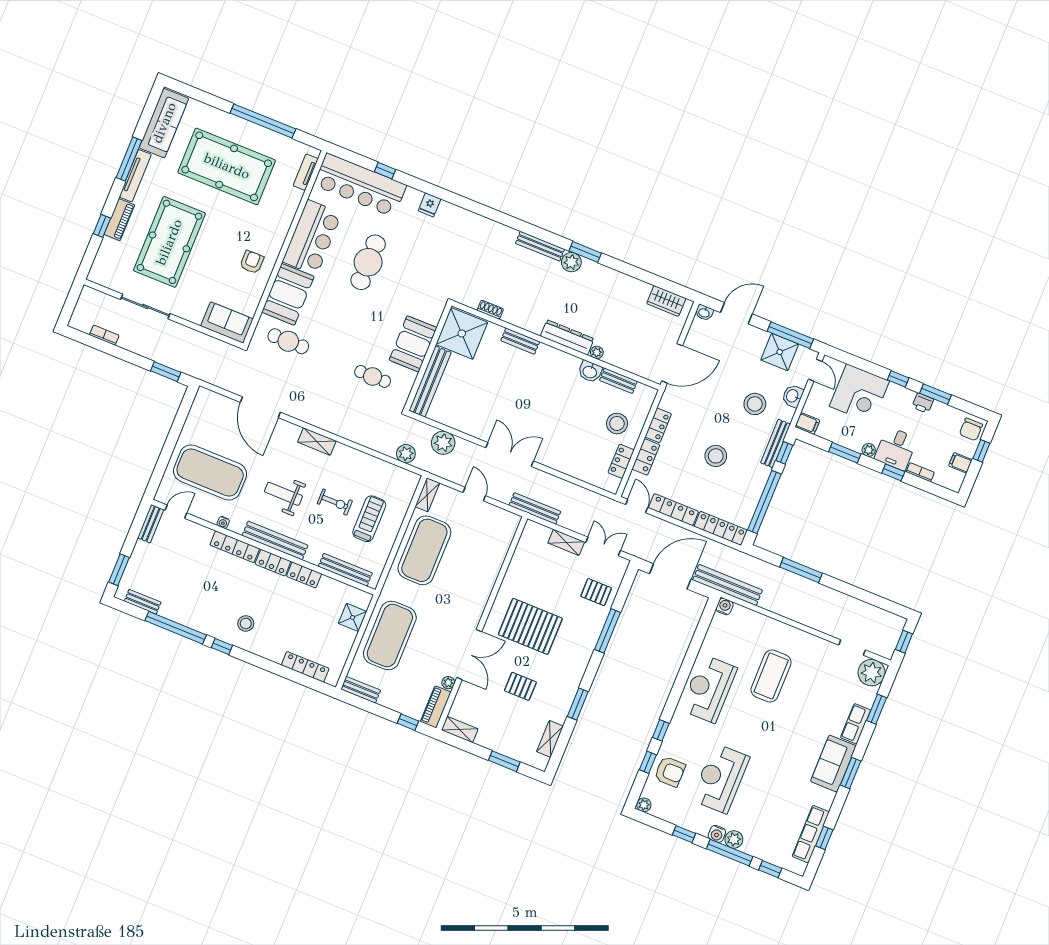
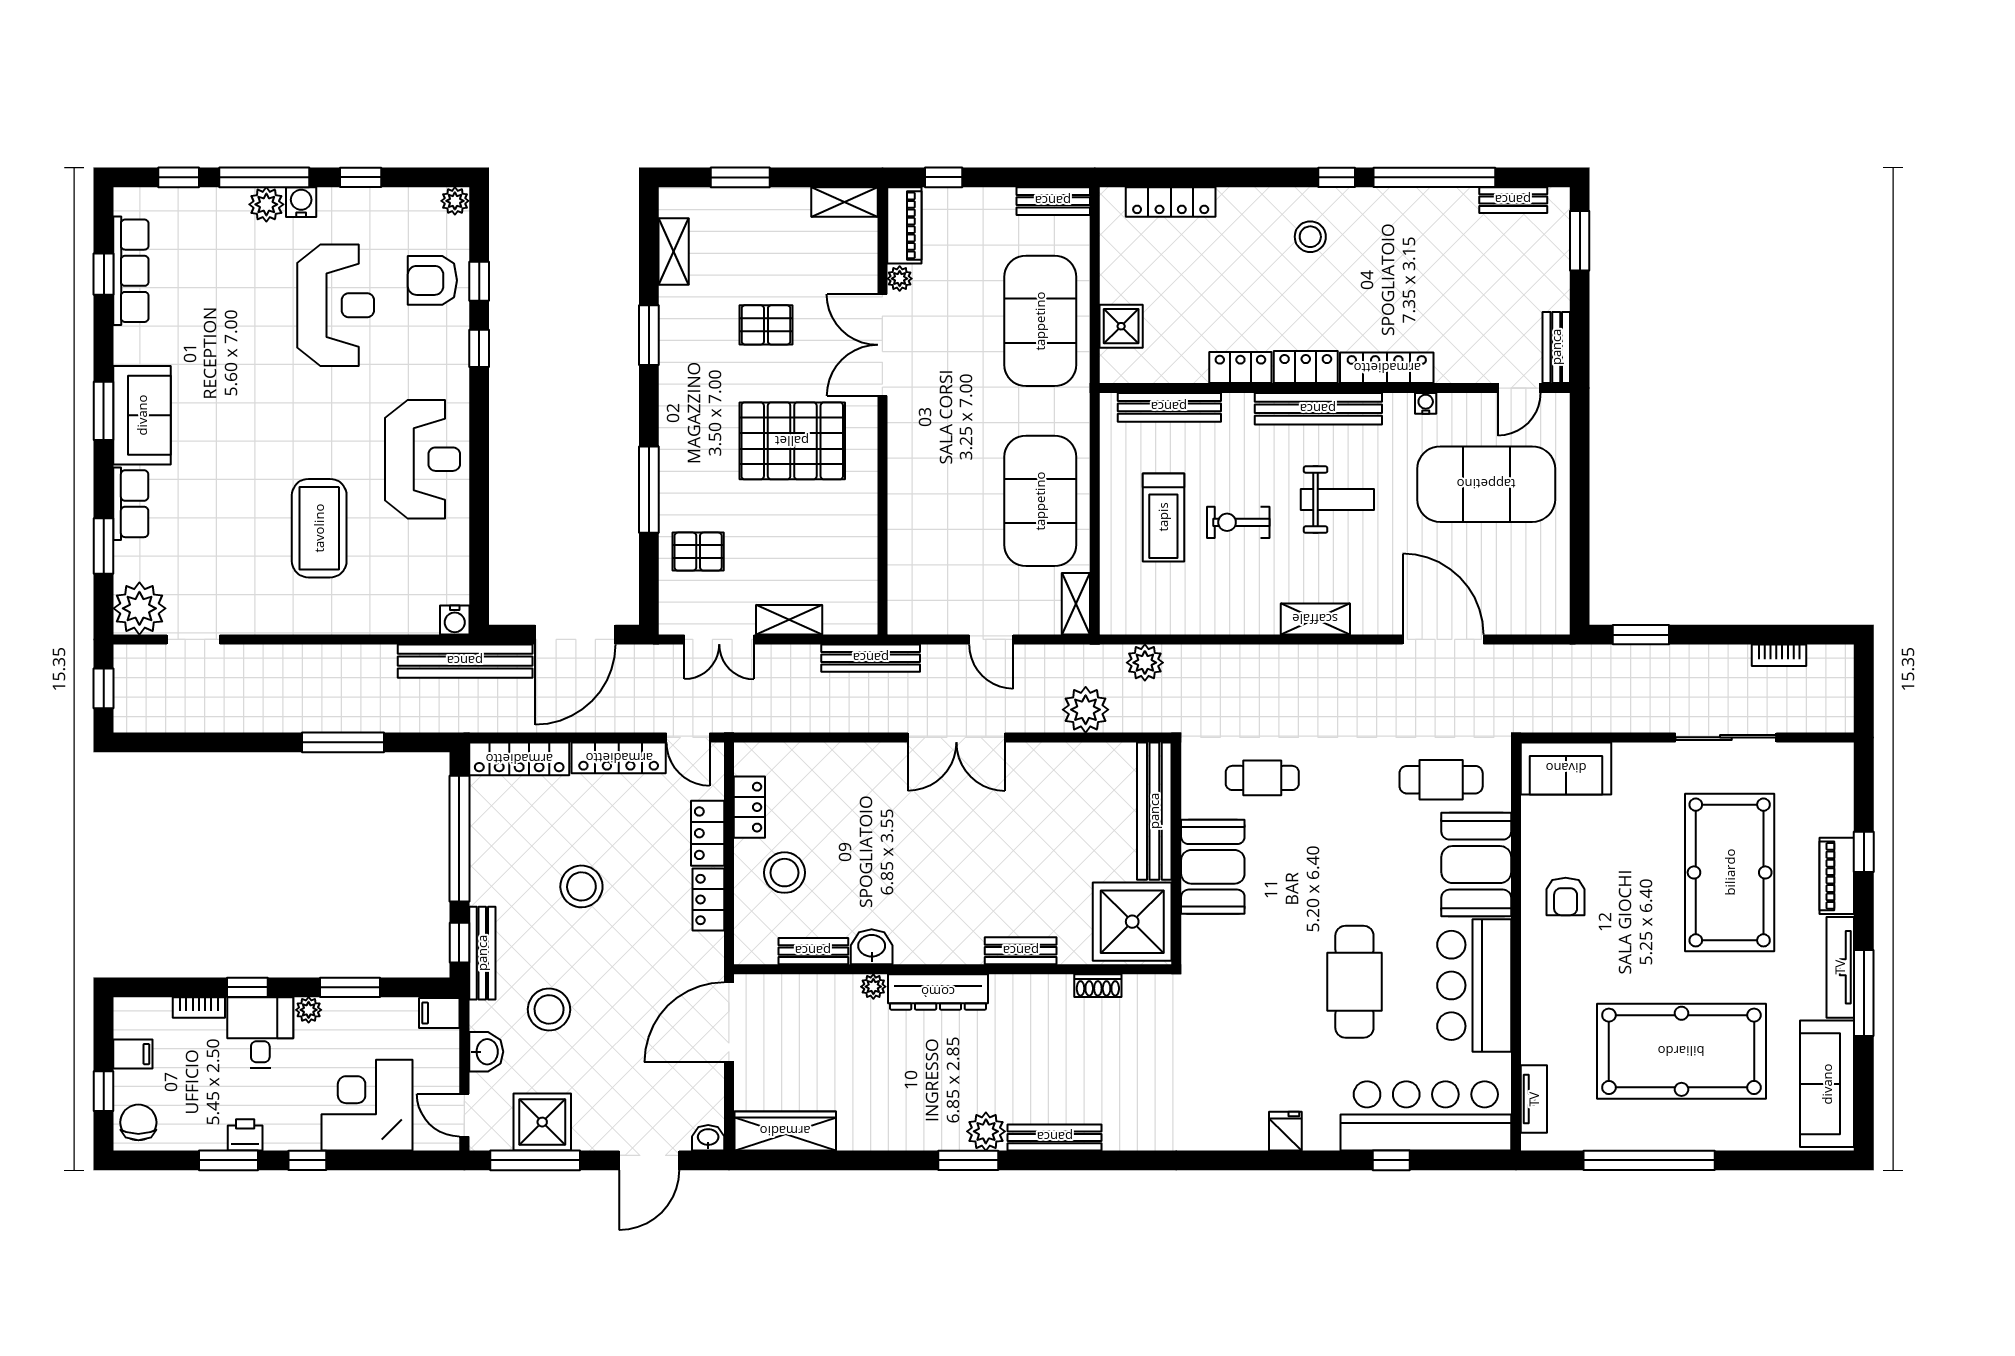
wardrobe: (666, 301) -> (785, 1131), width x1.50

